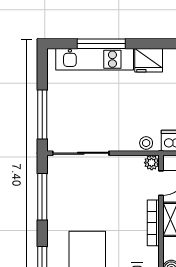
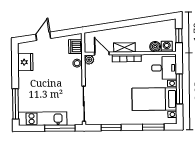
window: (101, 44) -> (16, 104), moved
kitchen unit: (95, 59) -> (43, 119), moved, turned -90
window: (42, 197) -> (111, 128), width x0.69

